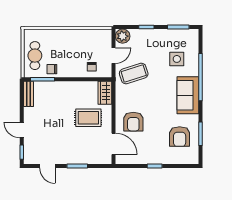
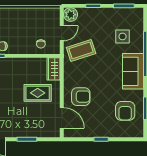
armchair: (133, 122) -> (81, 97), turned -90

